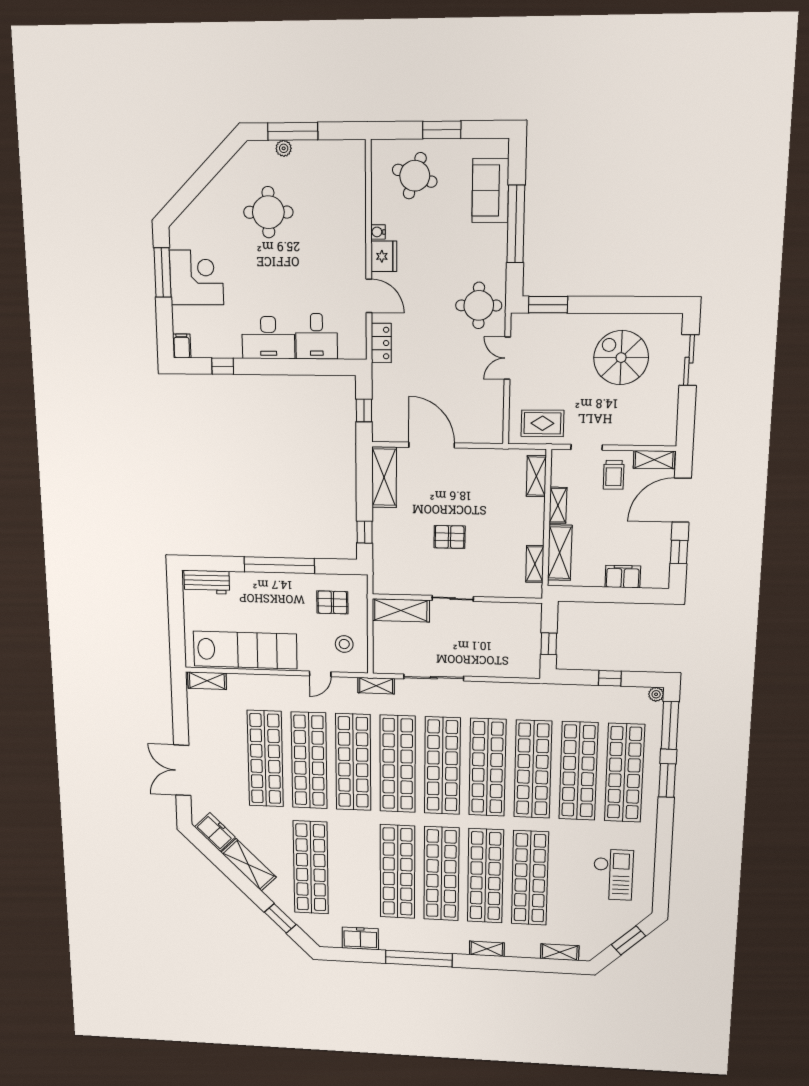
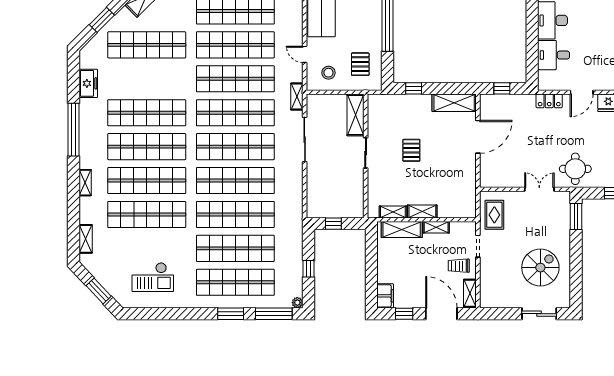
shelving: (536, 476) -> (422, 211), moved
filing cabinet: (623, 577) -> (385, 296), moved

